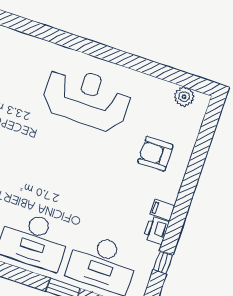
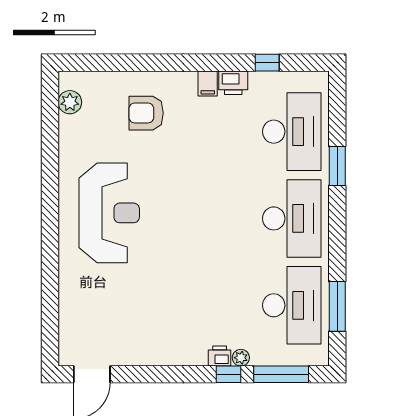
reception desk: (87, 98) -> (109, 213), turned 180
armchair: (155, 154) -> (146, 113), turned 90

